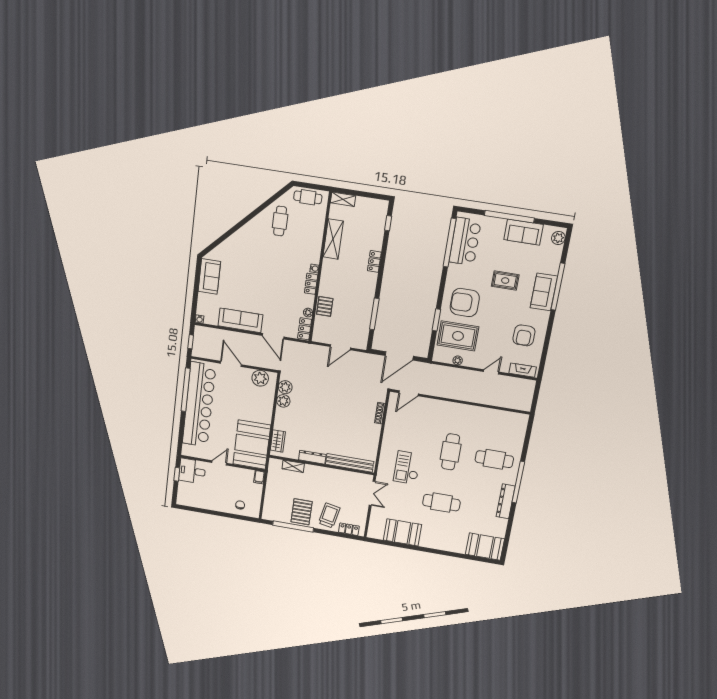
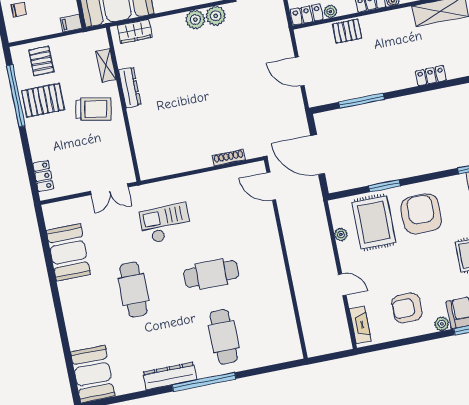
plant: (544, 316) -> (442, 324), added
bench: (350, 463) -> (142, 142), removed
pallet: (277, 504) -> (41, 61), added
trolley: (329, 515) -> (93, 109), moved

